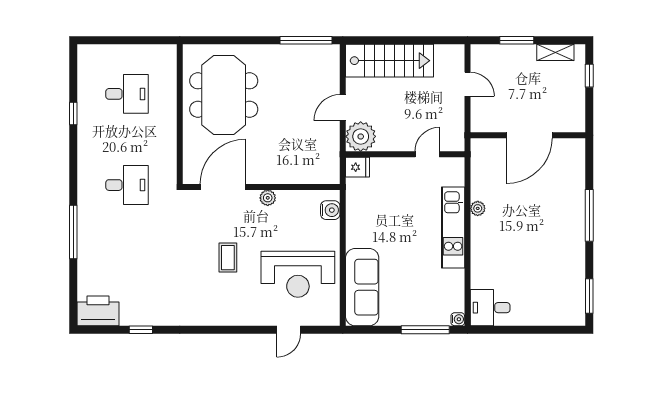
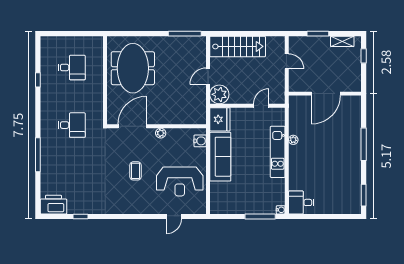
fridge: (357, 167) -> (220, 119), width x1.88, depth x1.34
sofa: (362, 287) -> (220, 157), moved

